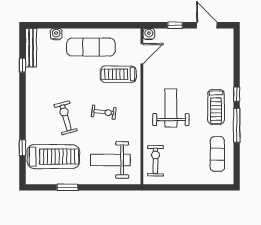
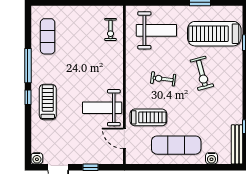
water cooler: (149, 34) -> (37, 158), moved
door: (142, 54) -> (124, 138), hinge flipped
treadmill: (216, 107) -> (48, 102), moved
weight bench: (171, 108) -> (102, 108), moved, turned 90
exercise bike: (155, 161) -> (110, 29), width x0.73, depth x0.72

